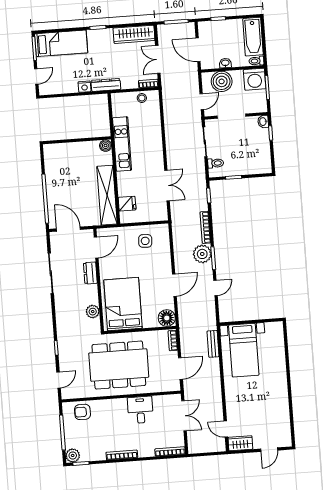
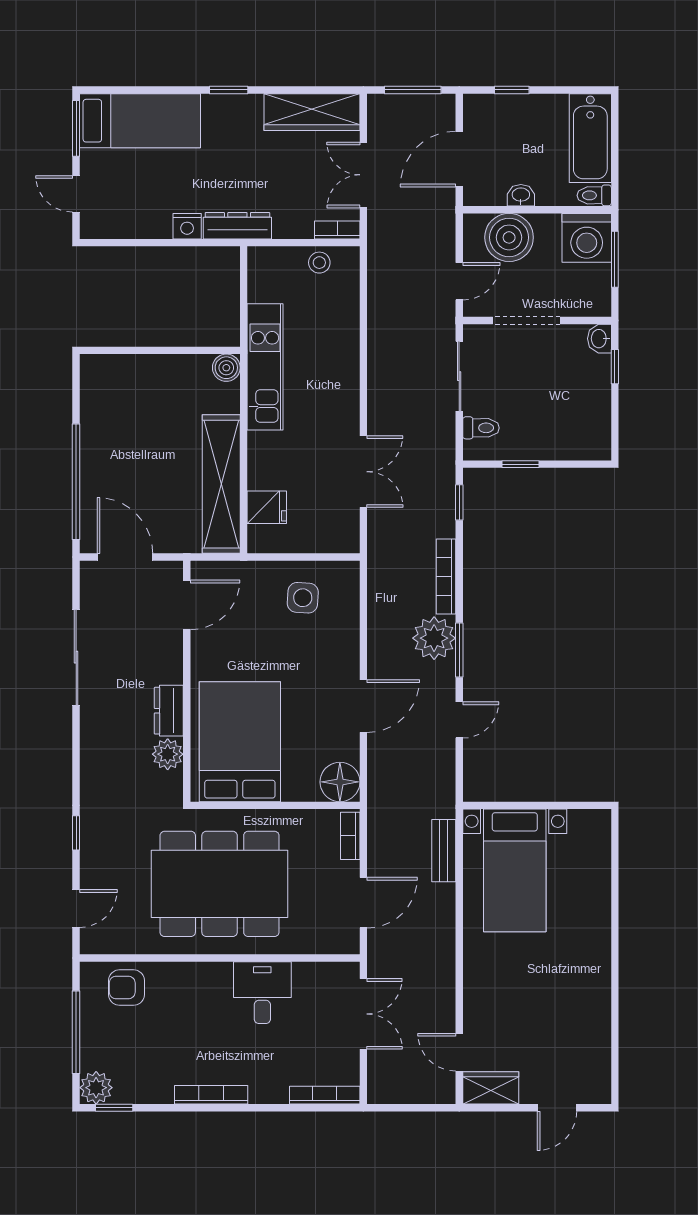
door: (198, 50) -> (459, 159), hinge flipped
door: (36, 76) -> (76, 194), swing flipped
dresser: (90, 273) -> (169, 711), moved

